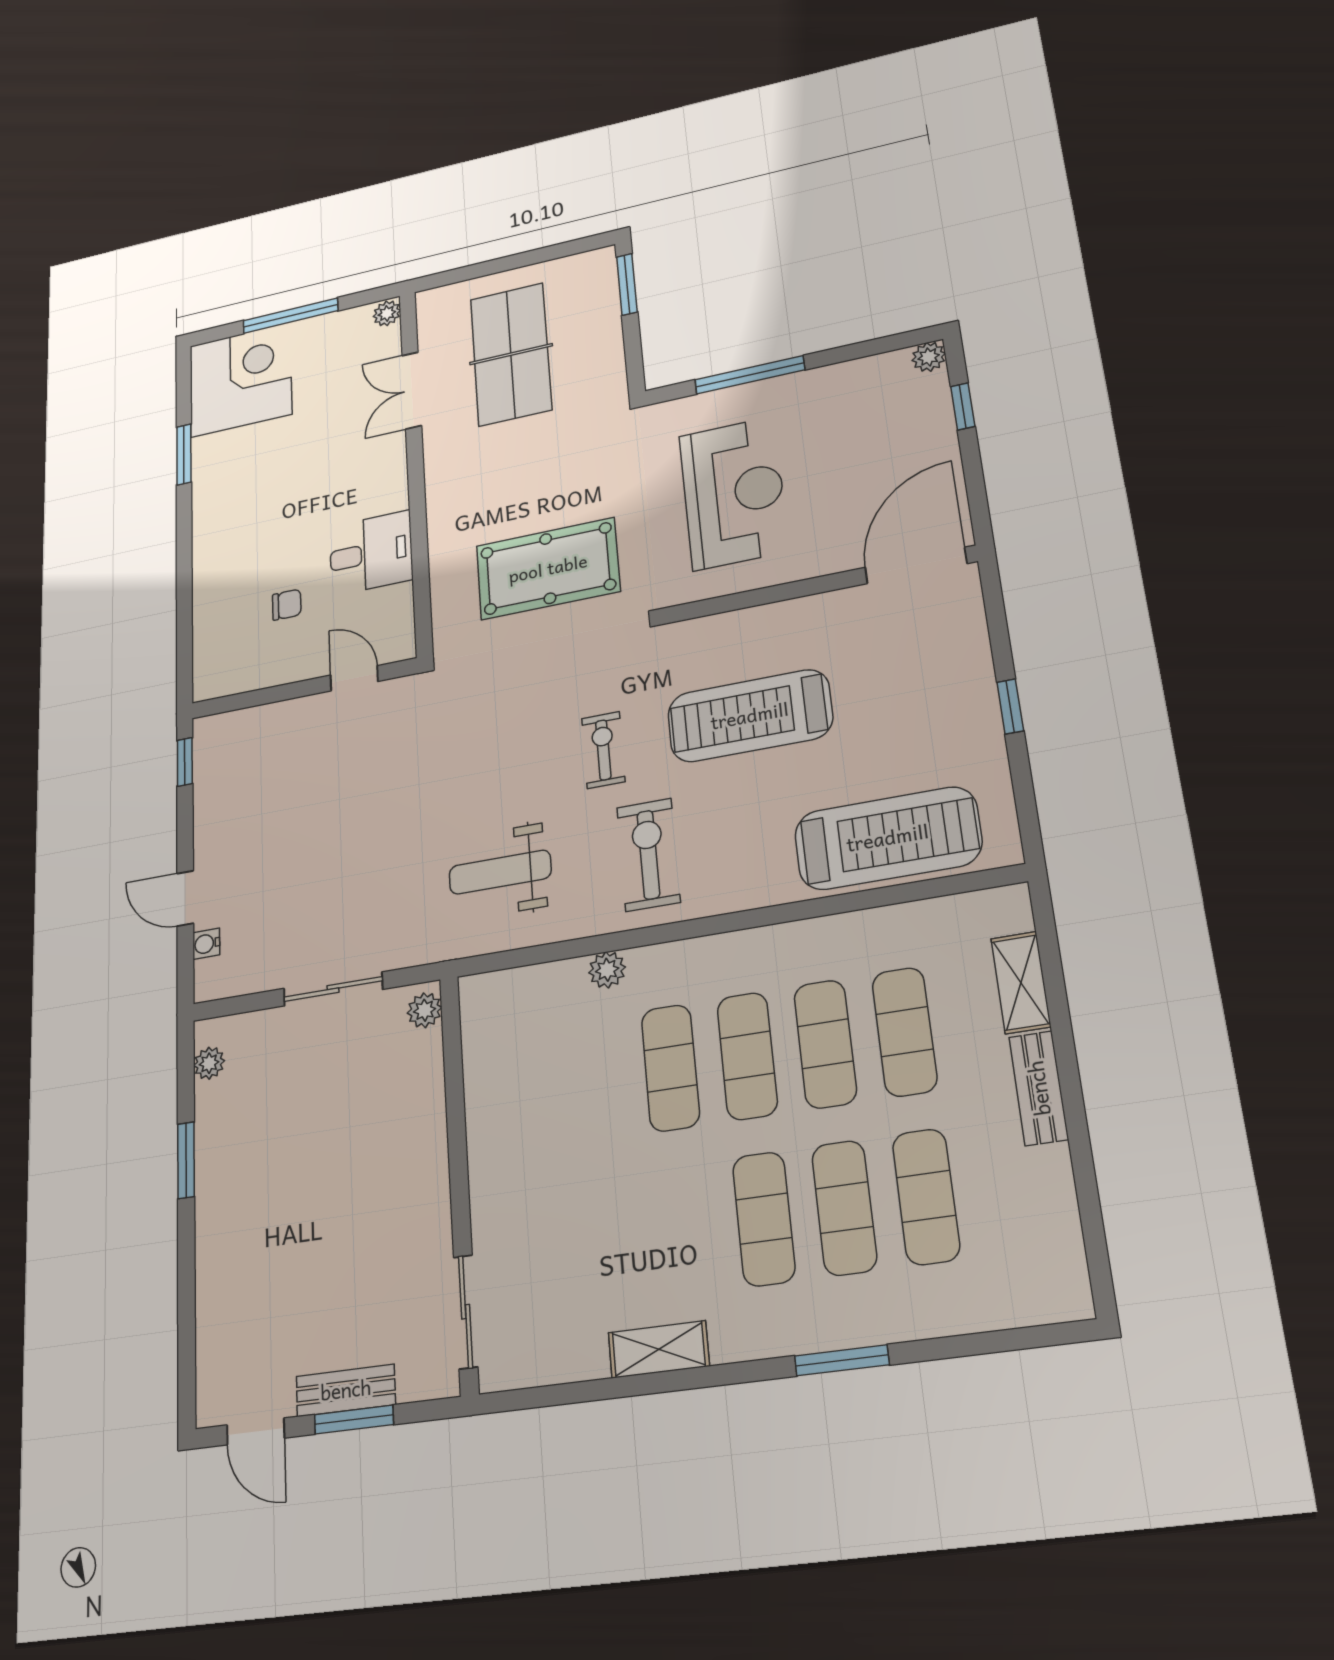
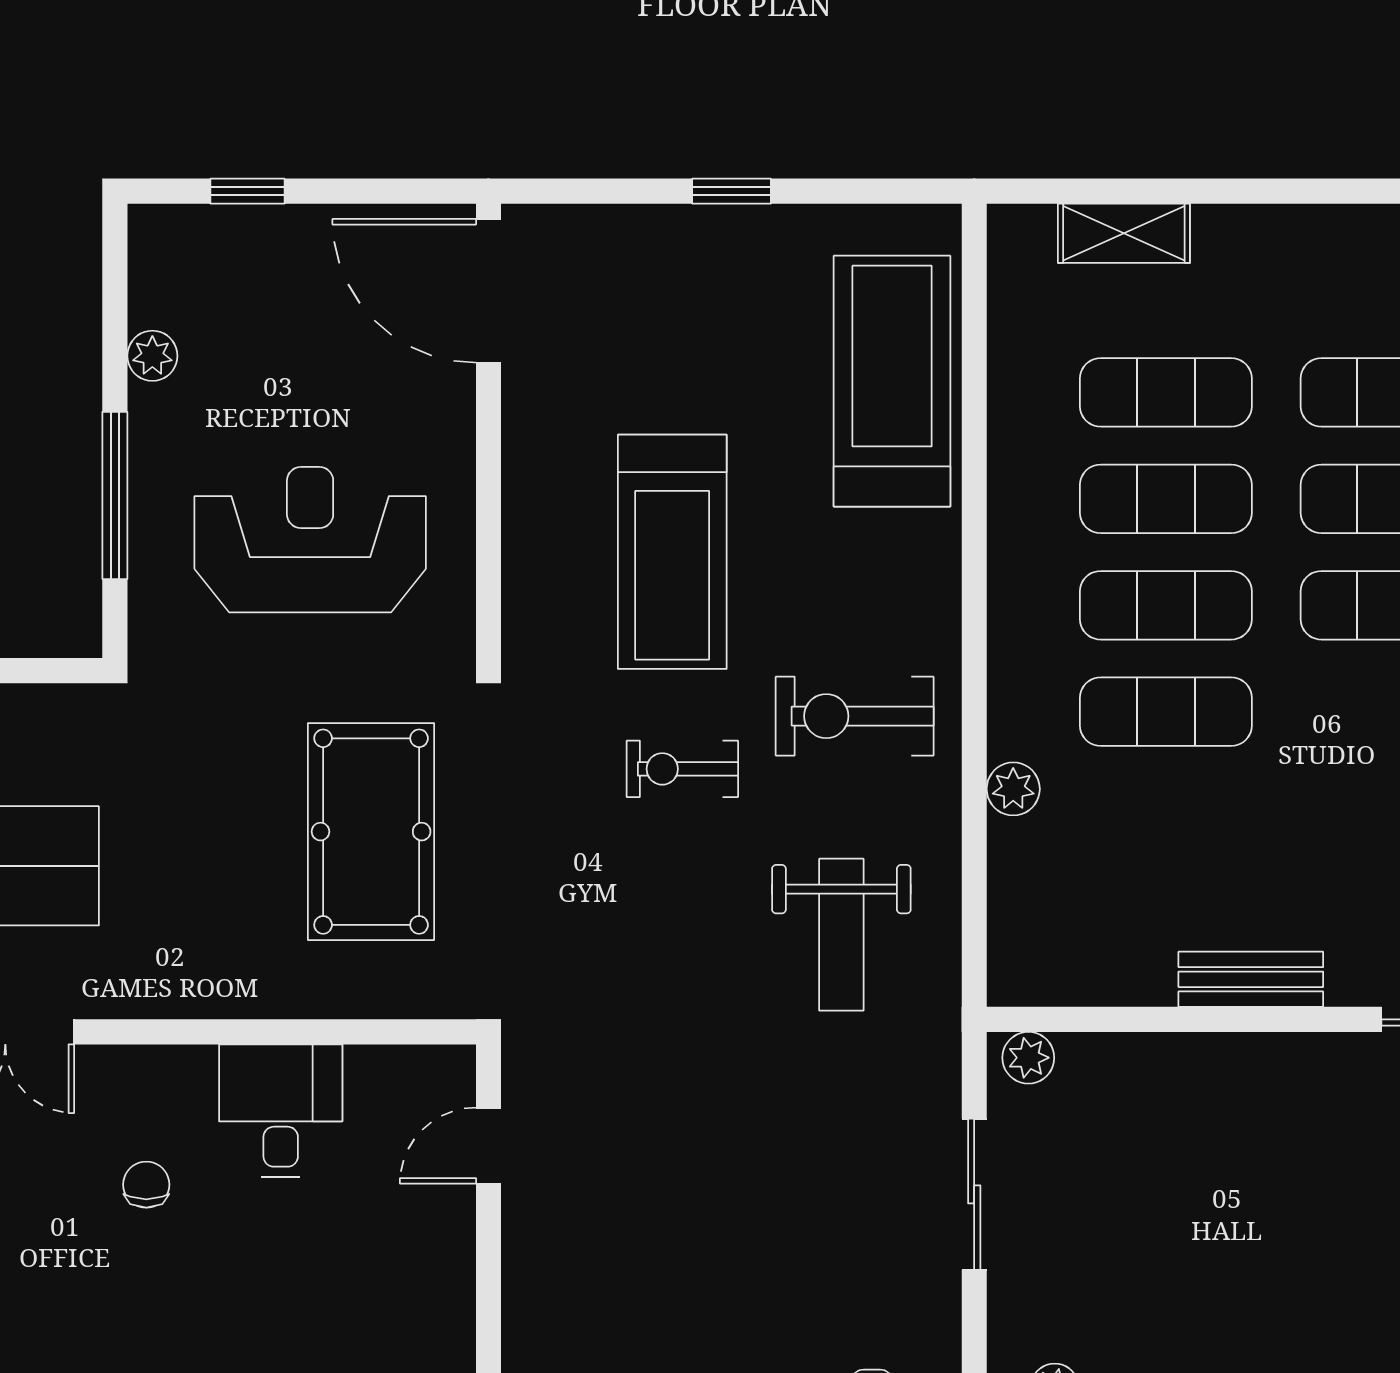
plant: (929, 357) -> (152, 356), moved
chair: (287, 605) -> (146, 1185), moved
bench: (1039, 1088) -> (1251, 979), moved

